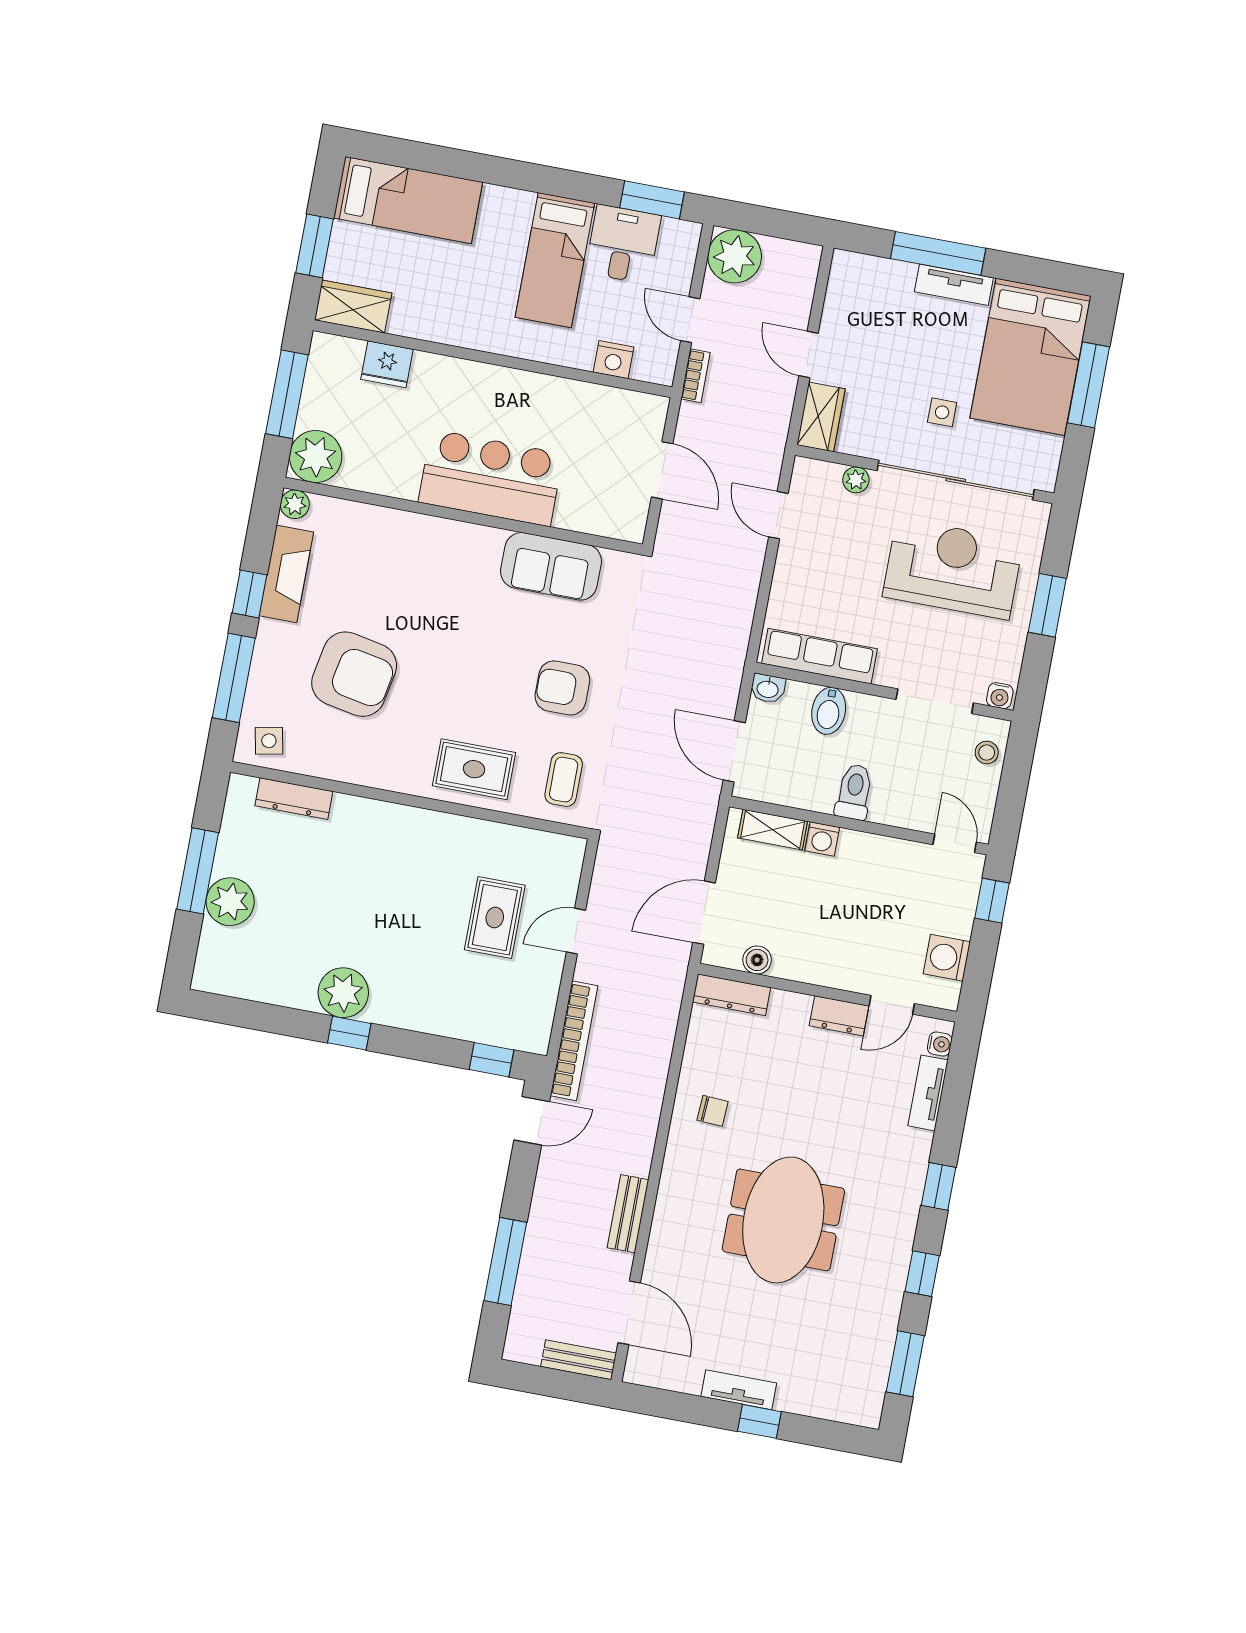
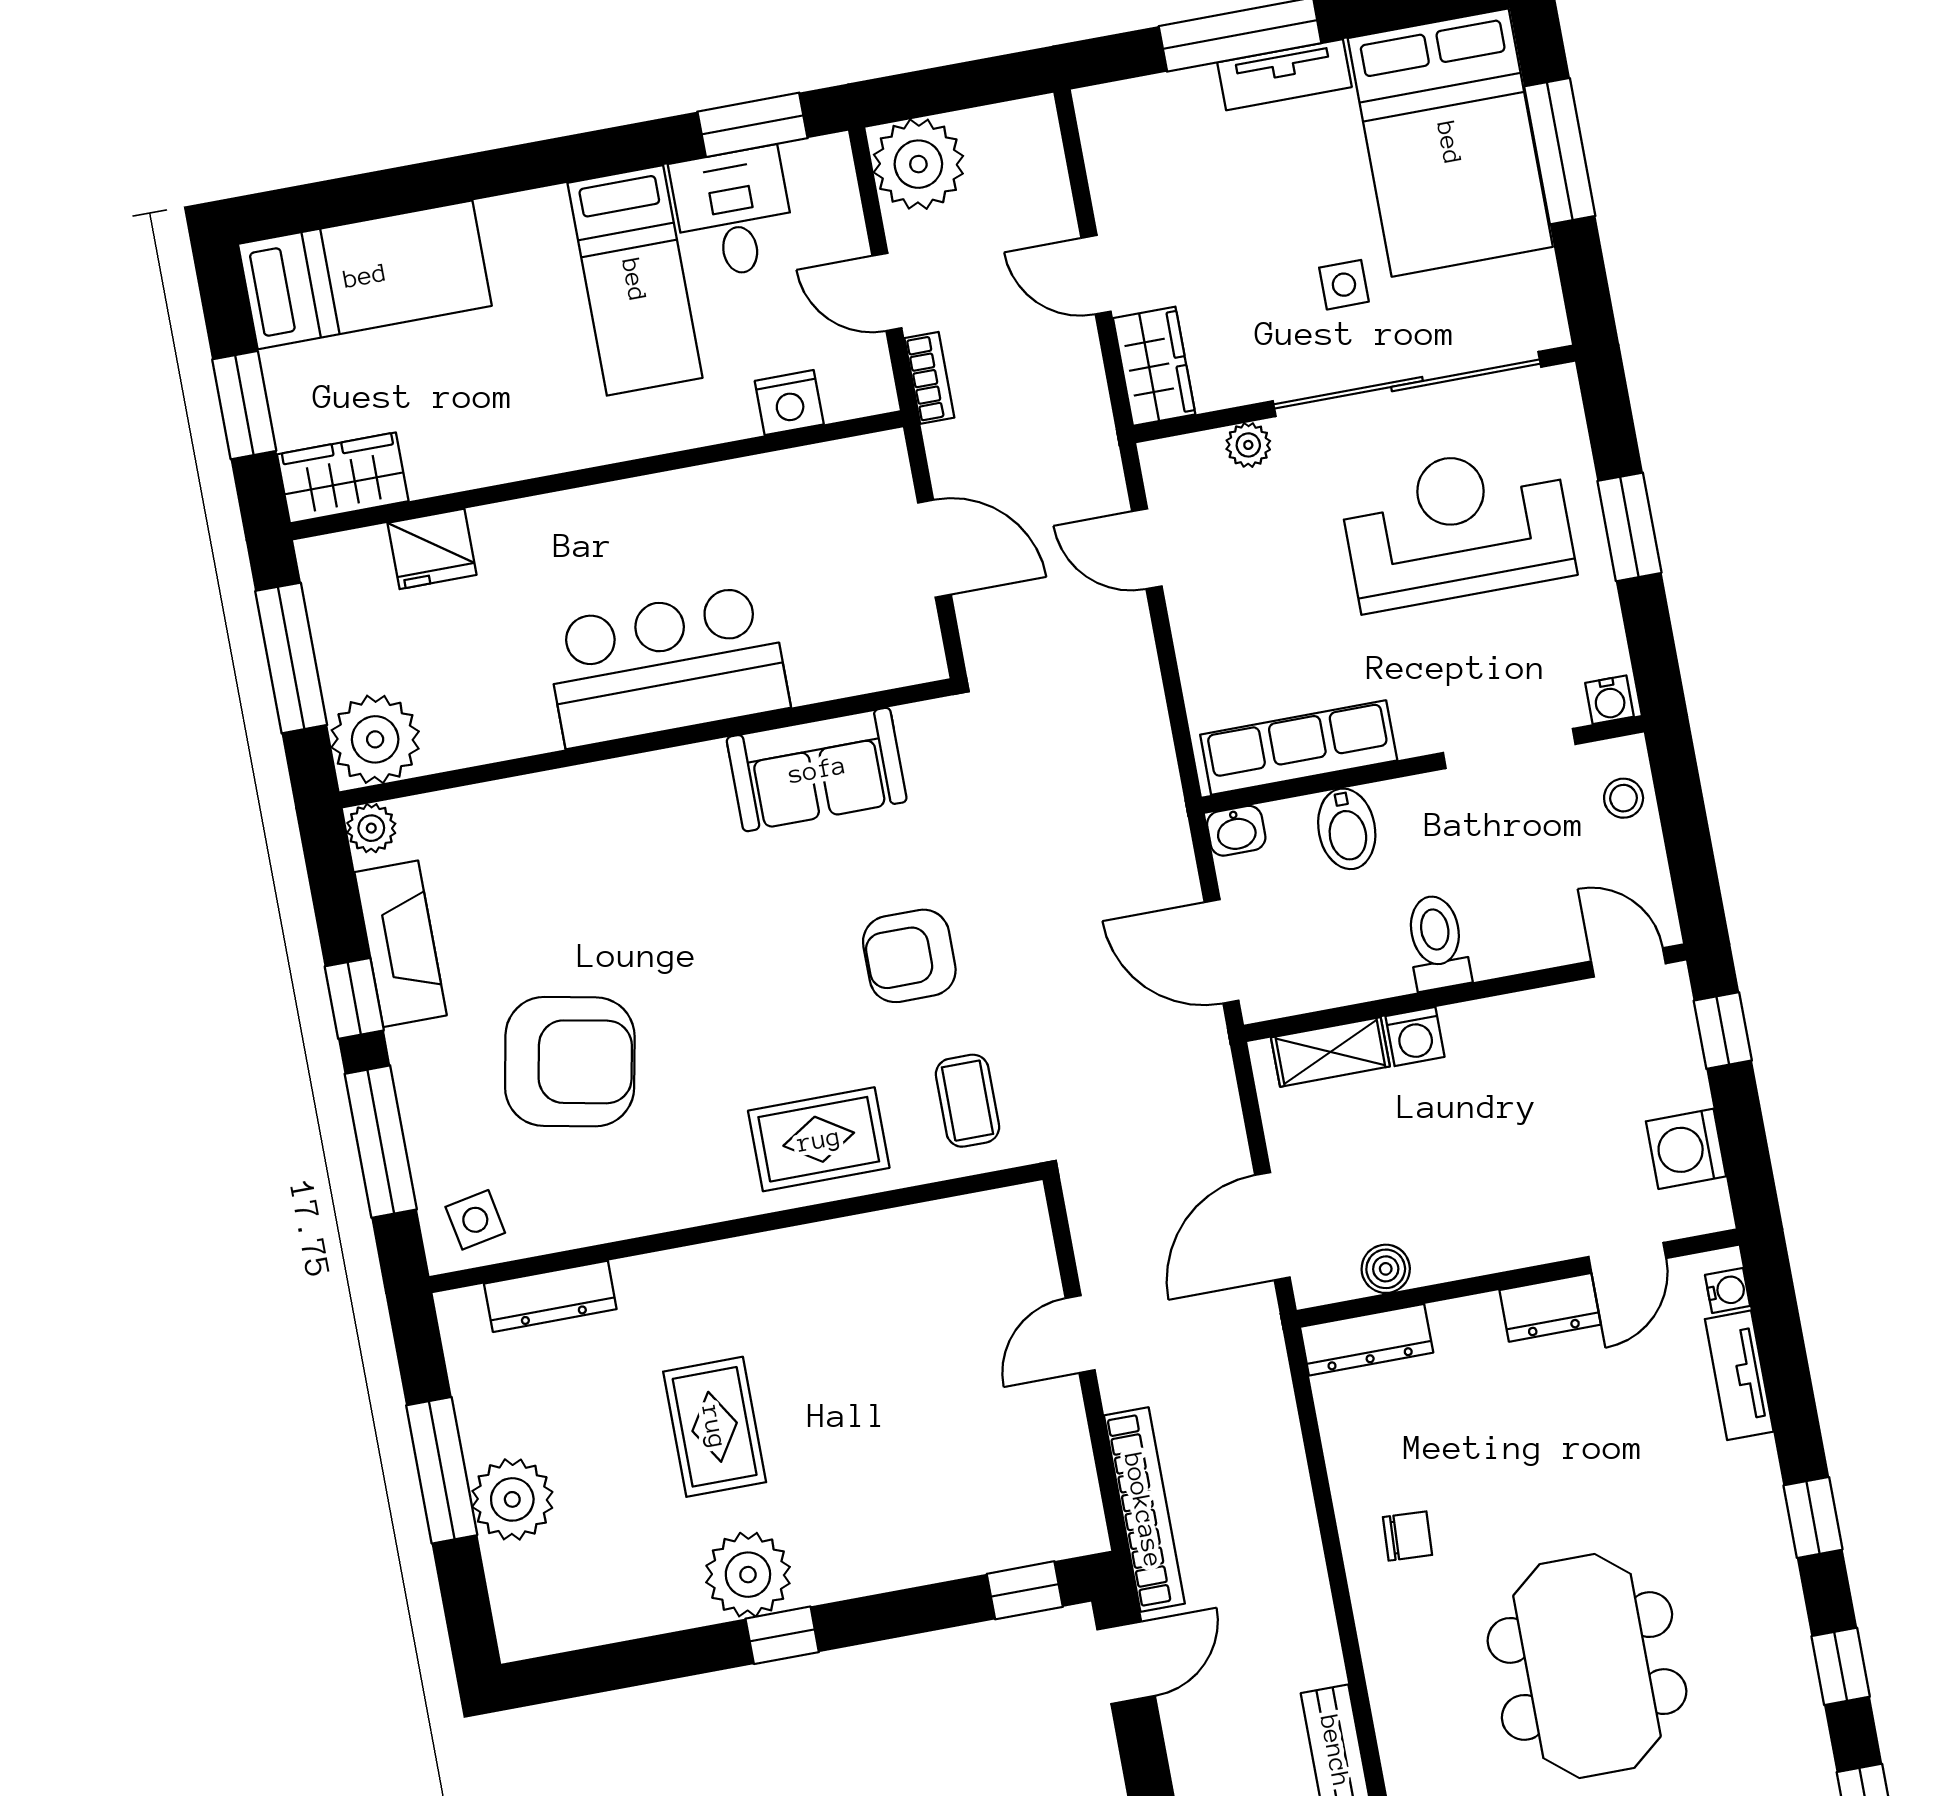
rug: (495, 918) -> (715, 1427), moved

